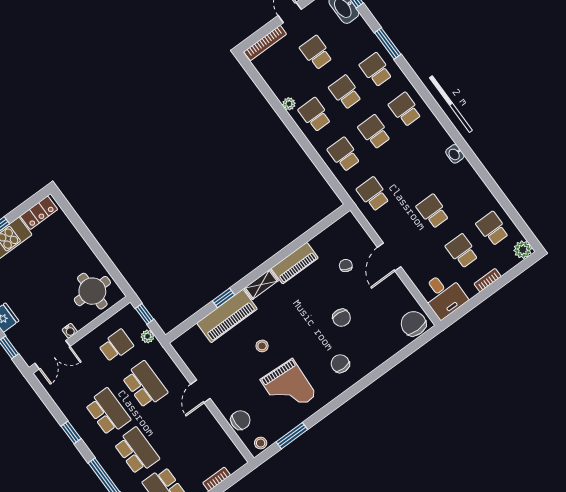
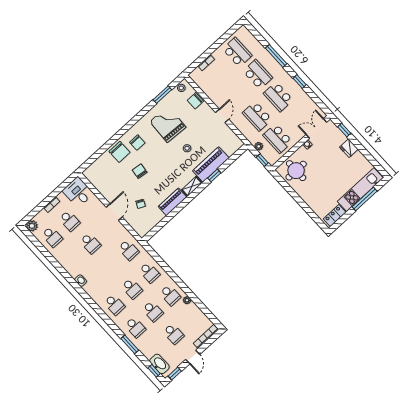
chair: (414, 324) -> (119, 152), moved
school desk: (116, 346) -> (278, 138), width x1.85
school desk: (136, 451) -> (258, 74), turned 180

